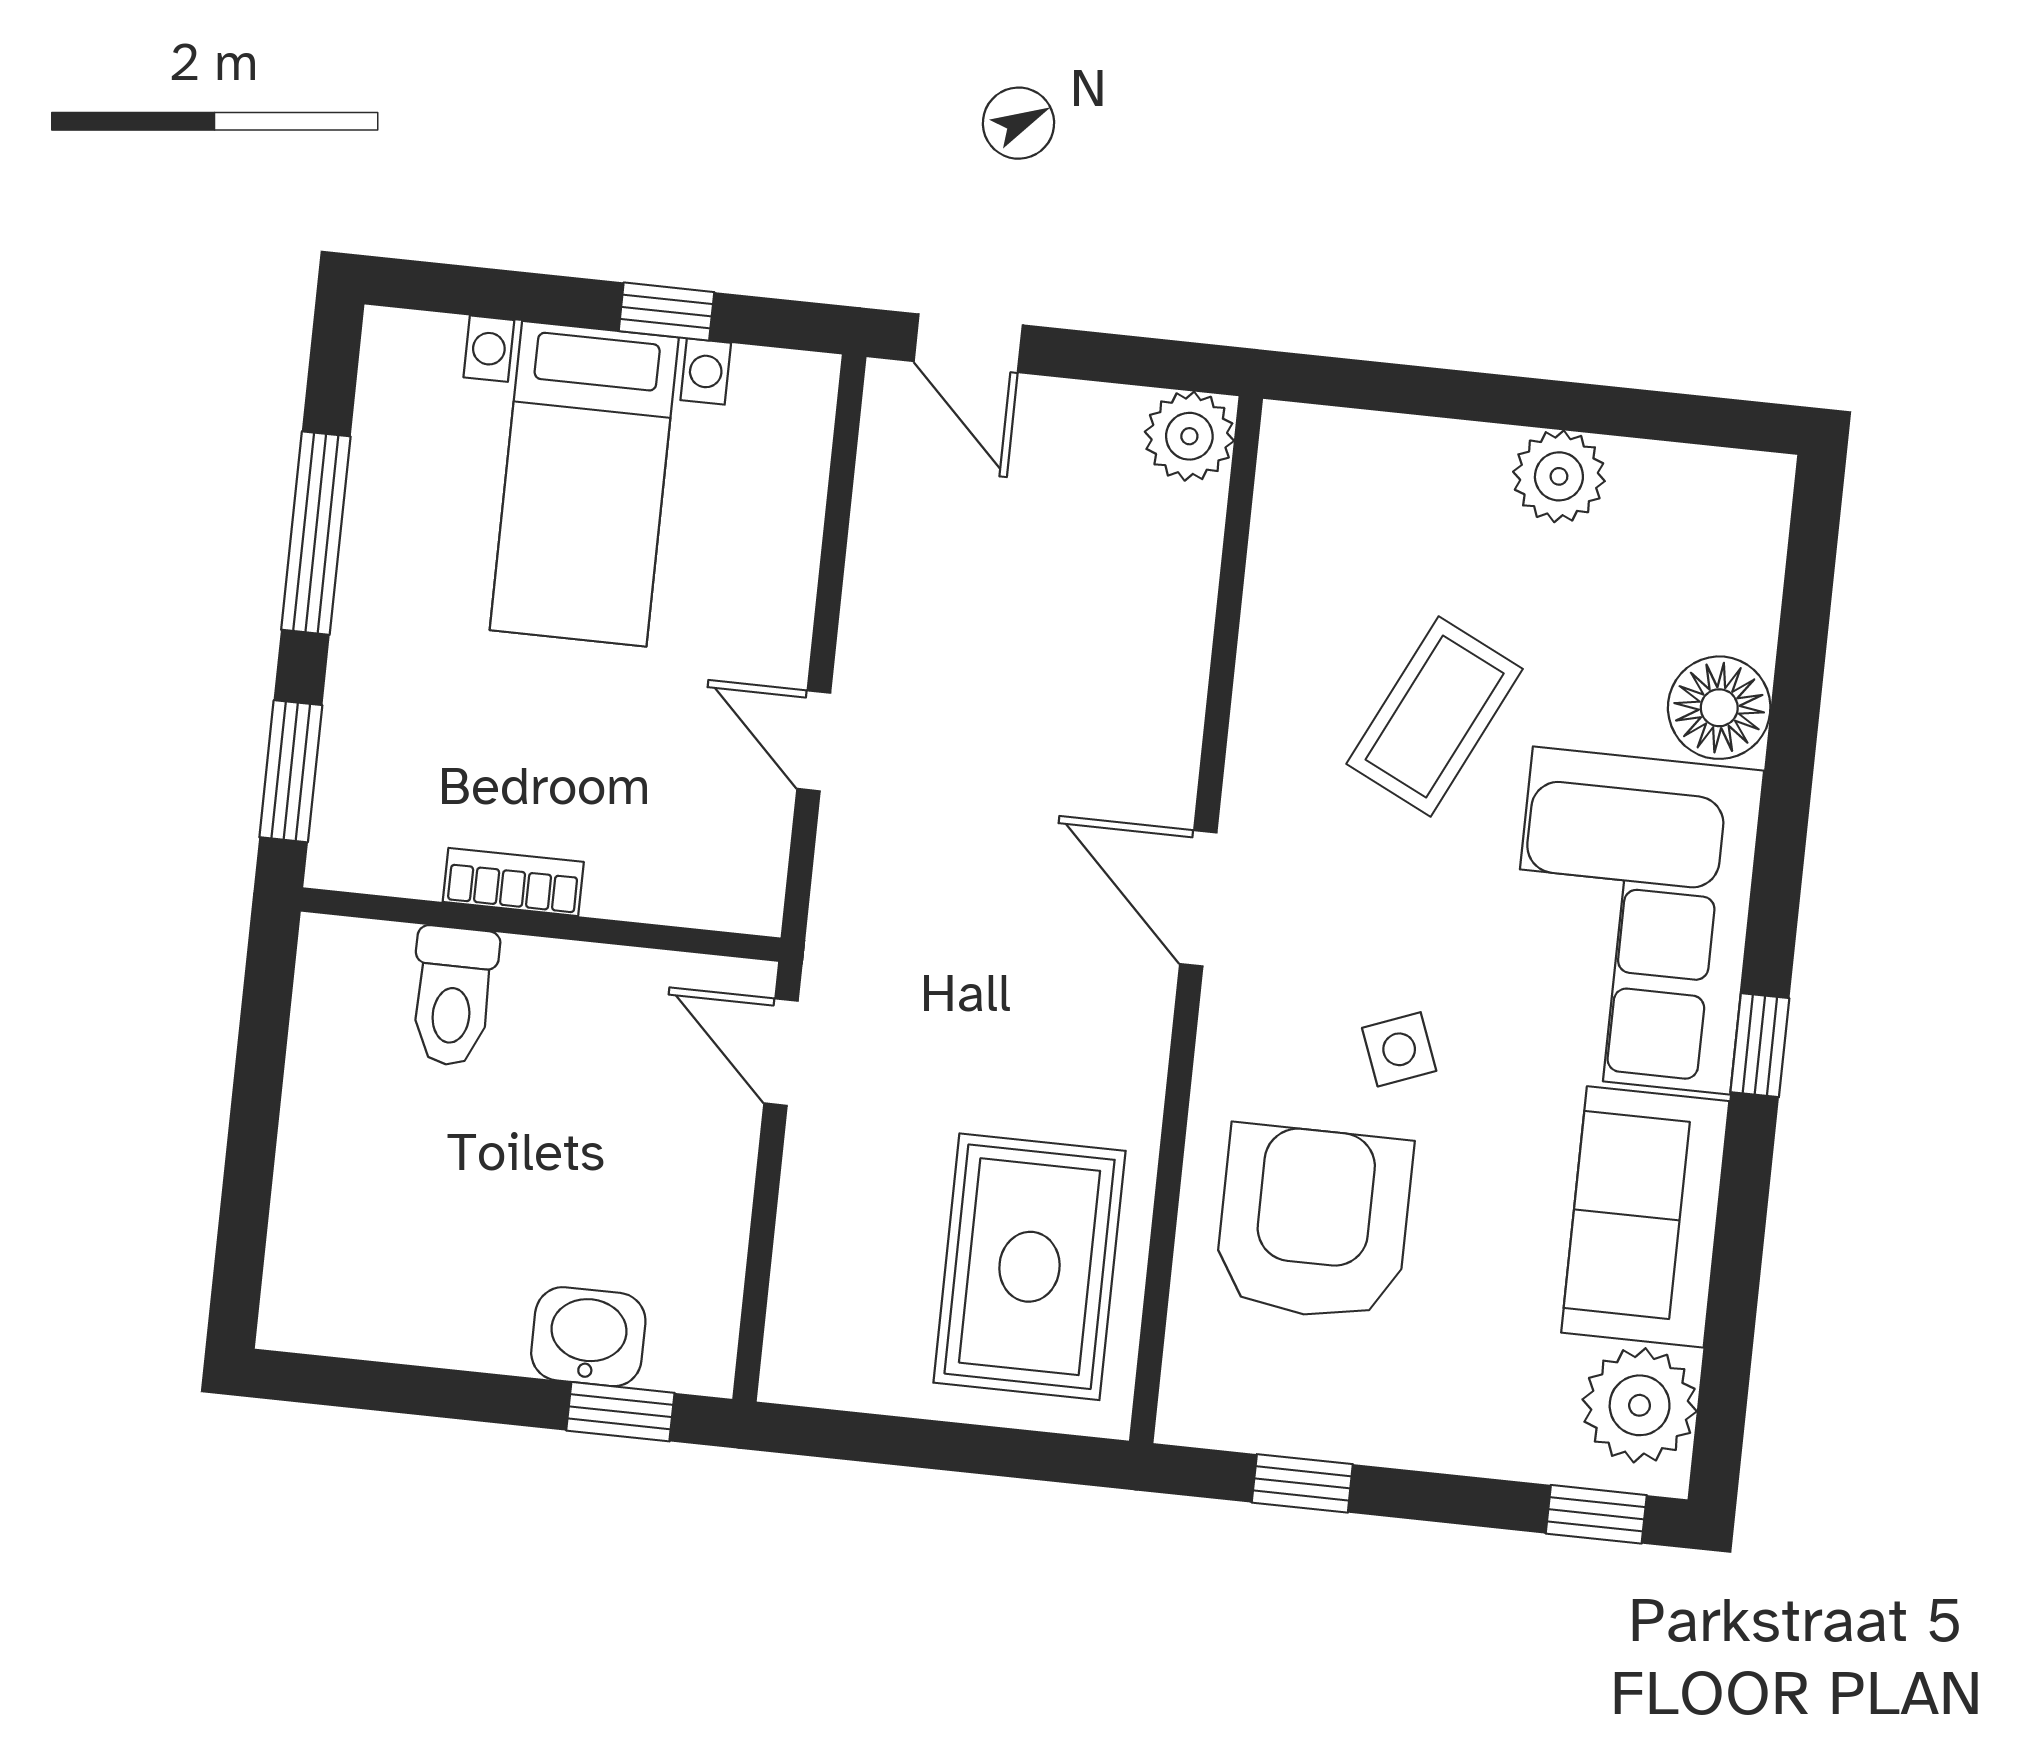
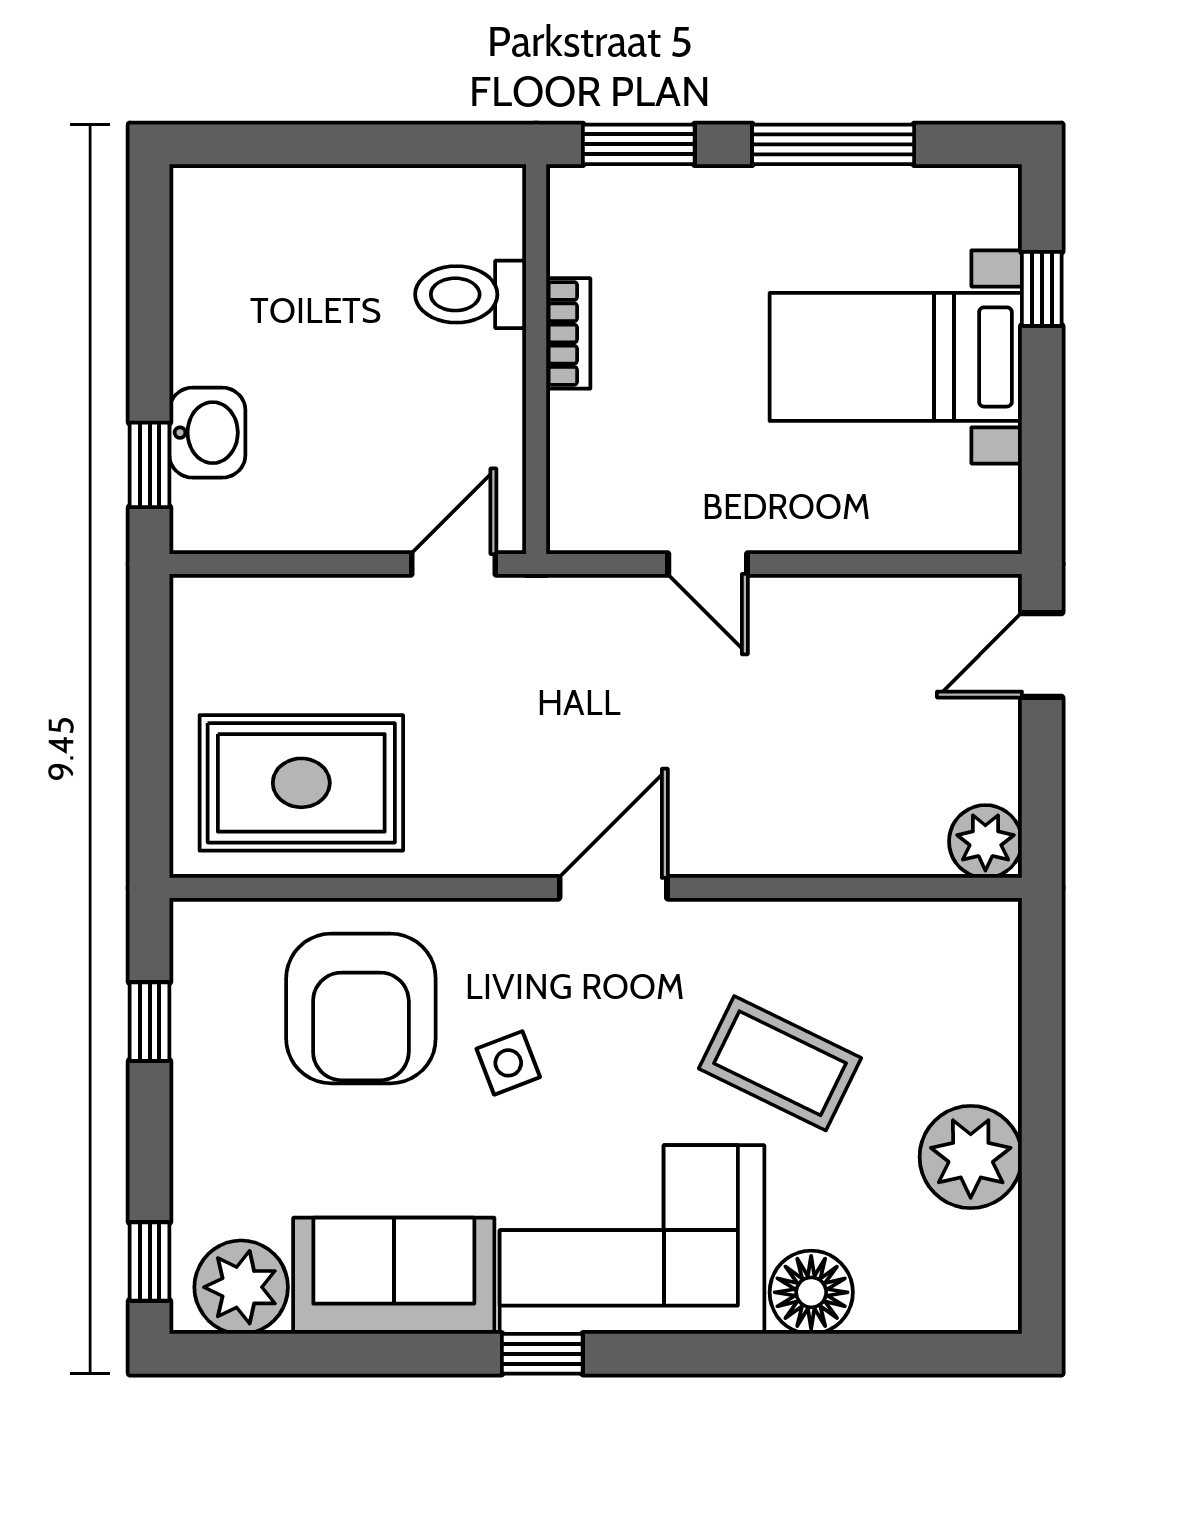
window: (666, 312) -> (1042, 289), moved
plant: (1559, 476) -> (971, 1157), width x1.36, depth x1.36
door: (814, 741) -> (708, 564), swing flipped
armchair: (1314, 1223) -> (361, 1008), turned 90

